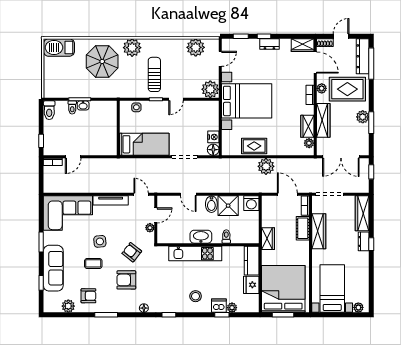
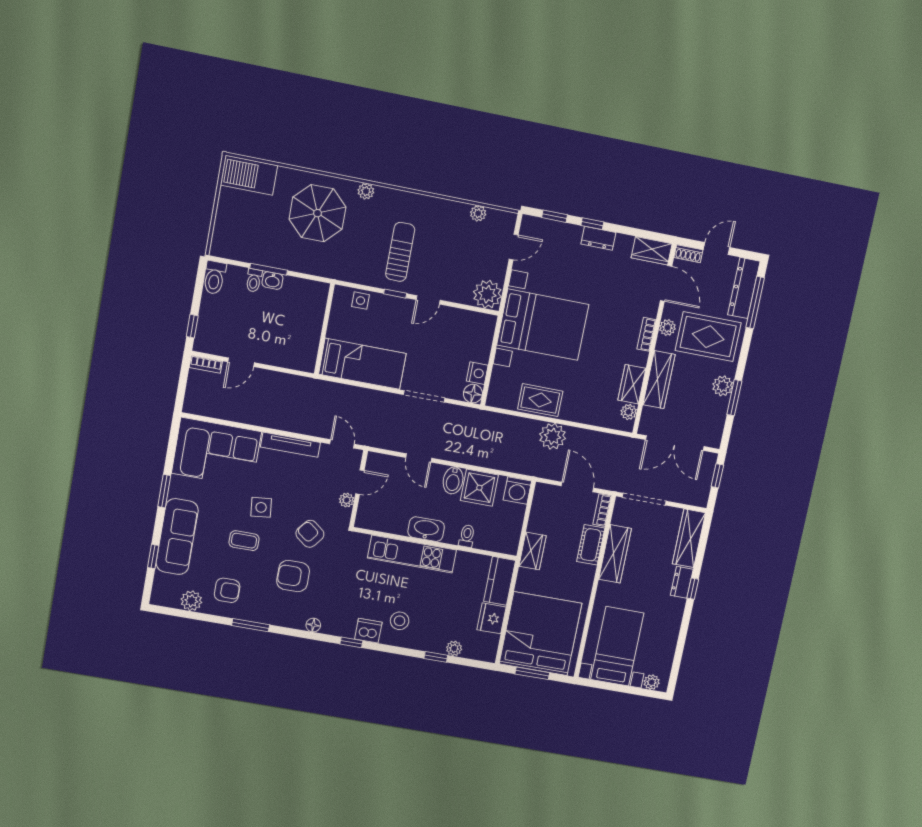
plant: (196, 47) -> (478, 213), width x0.53, depth x0.53
plant: (132, 48) -> (366, 191), width x0.53, depth x0.53
dishwasher: (219, 306) -> (368, 631), moved

